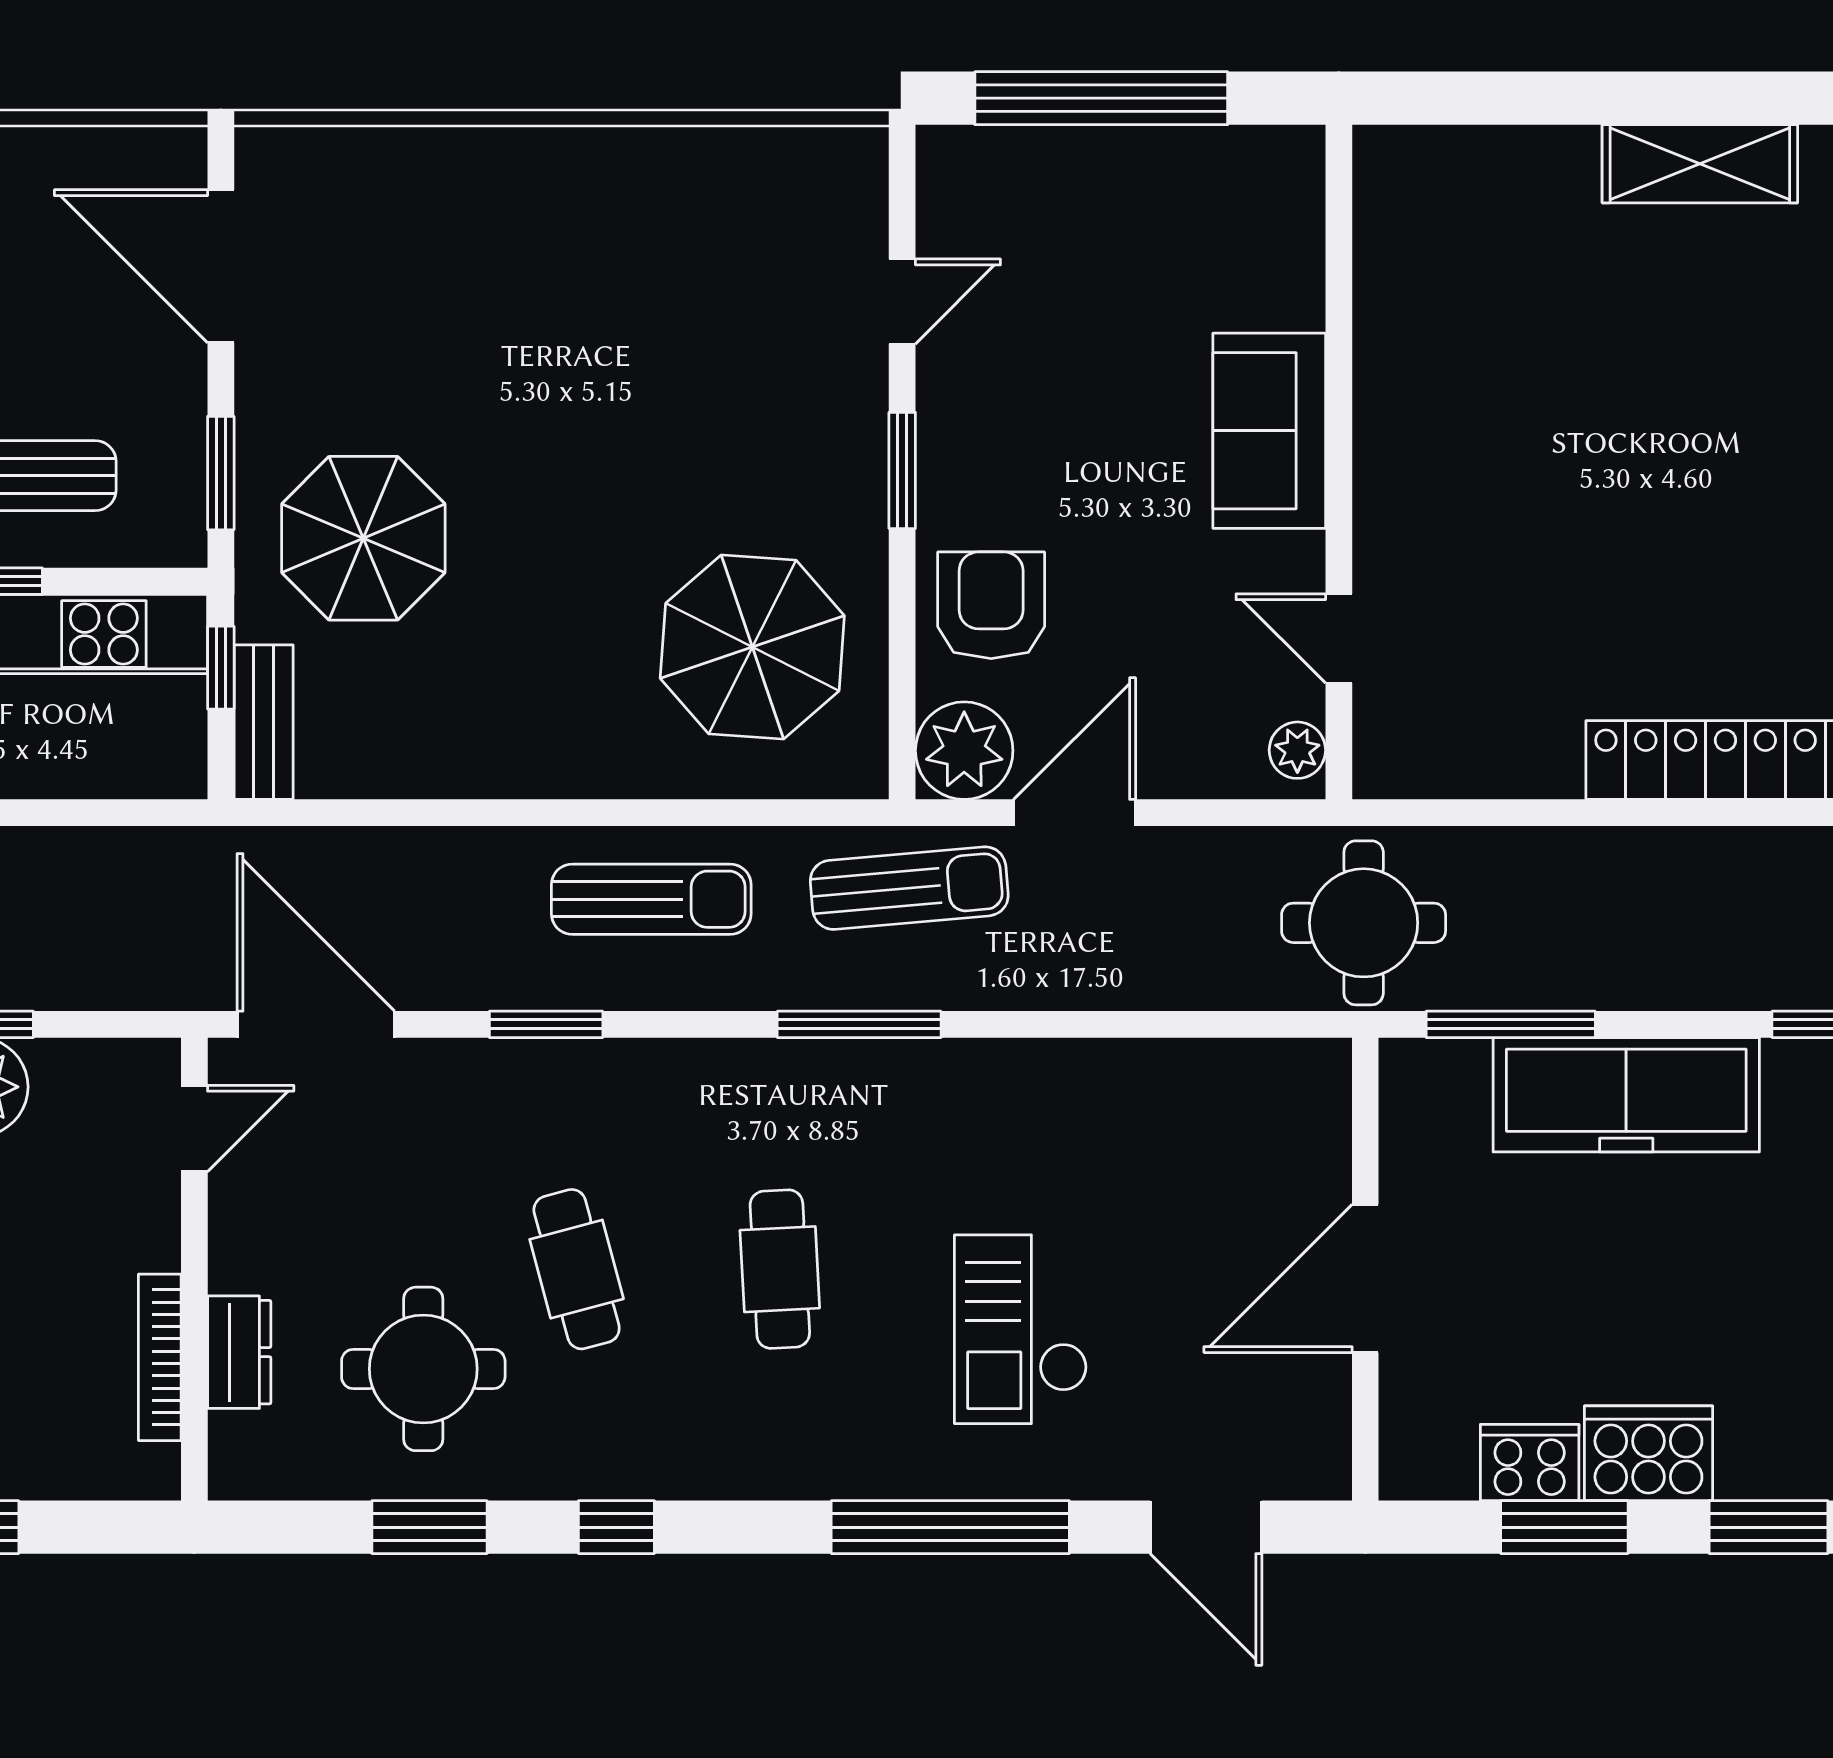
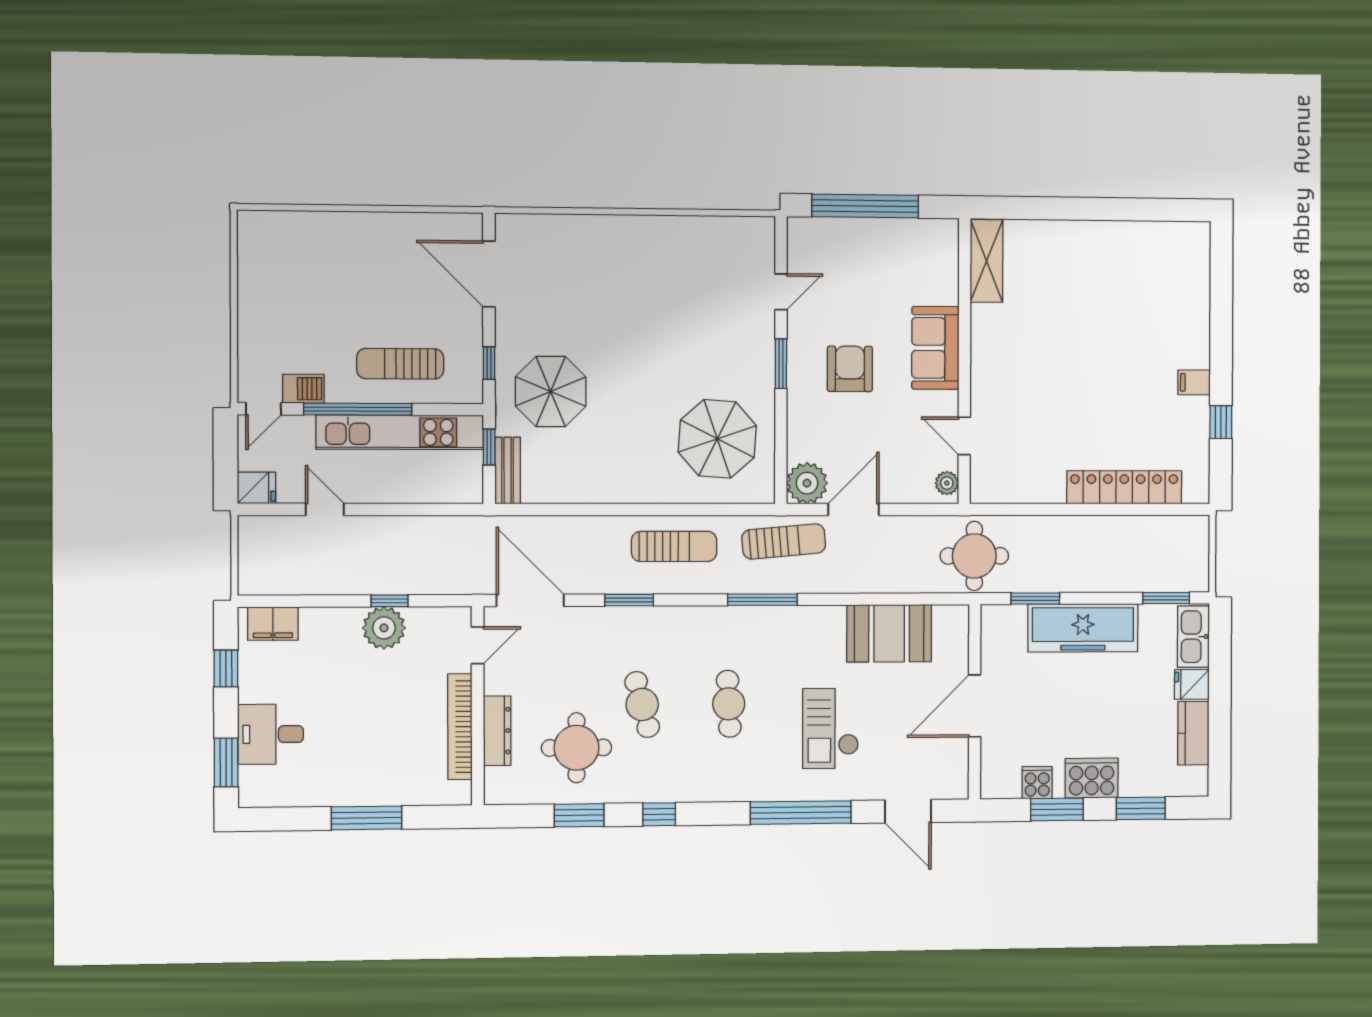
shelving: (1700, 164) -> (986, 261), moved, turned 90
window: (221, 473) -> (489, 363), width x0.67
armchair: (991, 605) -> (850, 369), moved
window: (1511, 1024) -> (1035, 599), width x0.69
booth: (1160, 1105) -> (889, 633), added
dresser: (239, 1352) -> (497, 731), width x1.44
bookcase: (160, 1357) -> (460, 727), width x1.48, depth x1.31
cooker: (1530, 1463) -> (1037, 783), width x0.73

